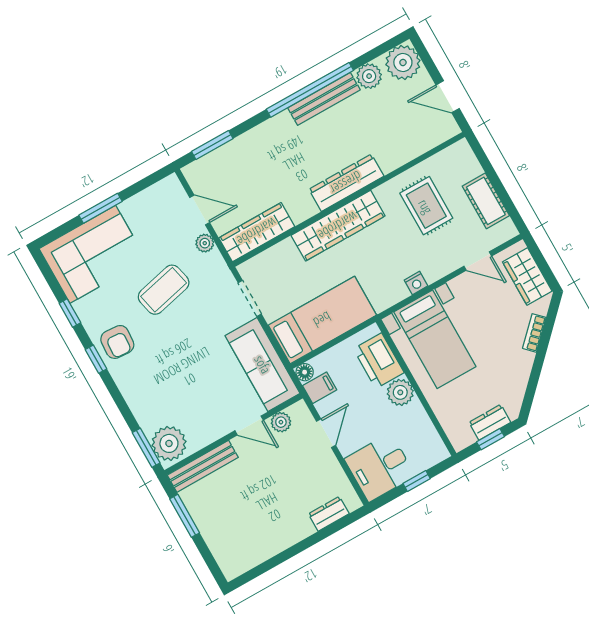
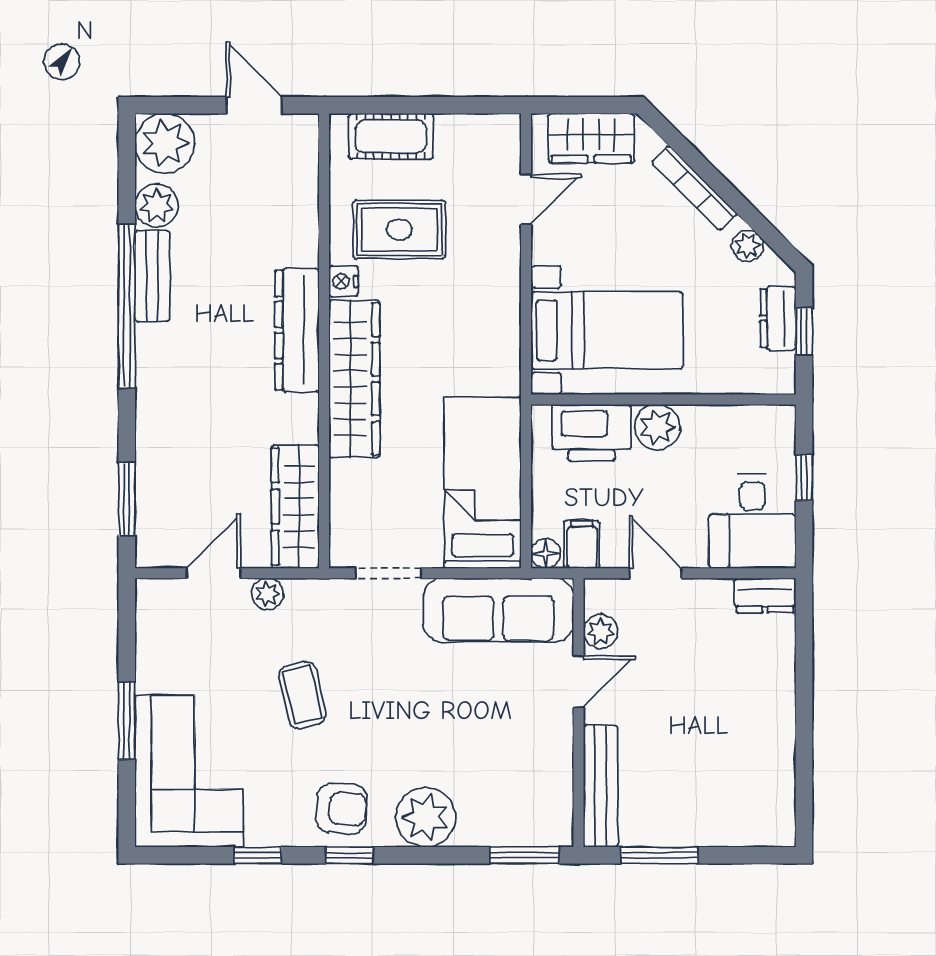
door: (448, 97) -> (254, 105), swing flipped
bench: (324, 99) -> (152, 276), width x0.73
cot: (486, 201) -> (391, 136), moved
nightstand: (416, 283) -> (343, 281), moved, turned 180
coffee table: (164, 290) -> (302, 695), width x0.73, depth x0.77
bookcase: (534, 333) -> (694, 188), width x1.56
plant: (518, 386) -> (748, 246), added
plant: (169, 443) -> (426, 817), moved
dresser: (329, 514) -> (765, 595), moved, turned -90

